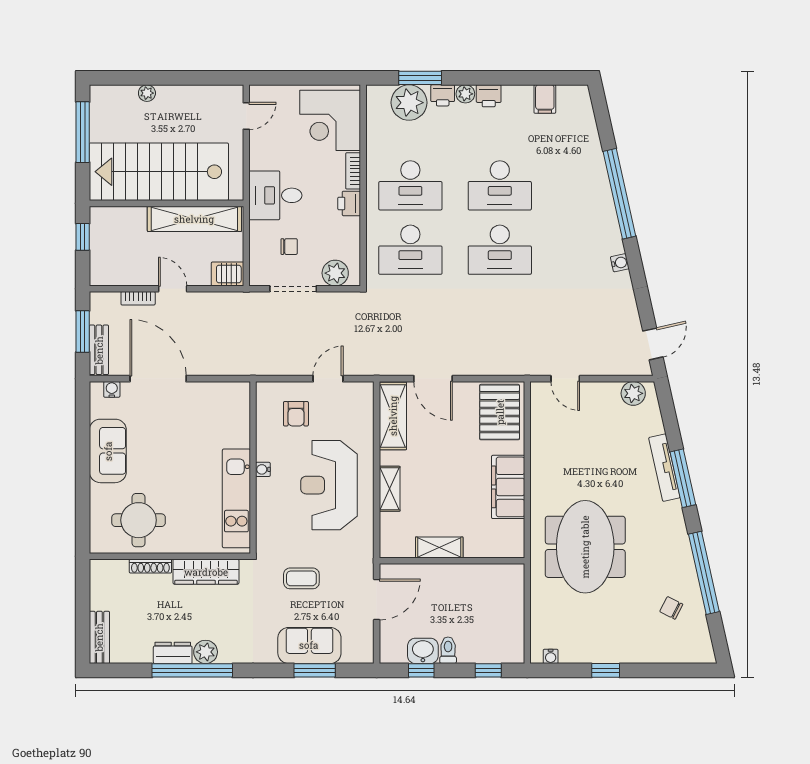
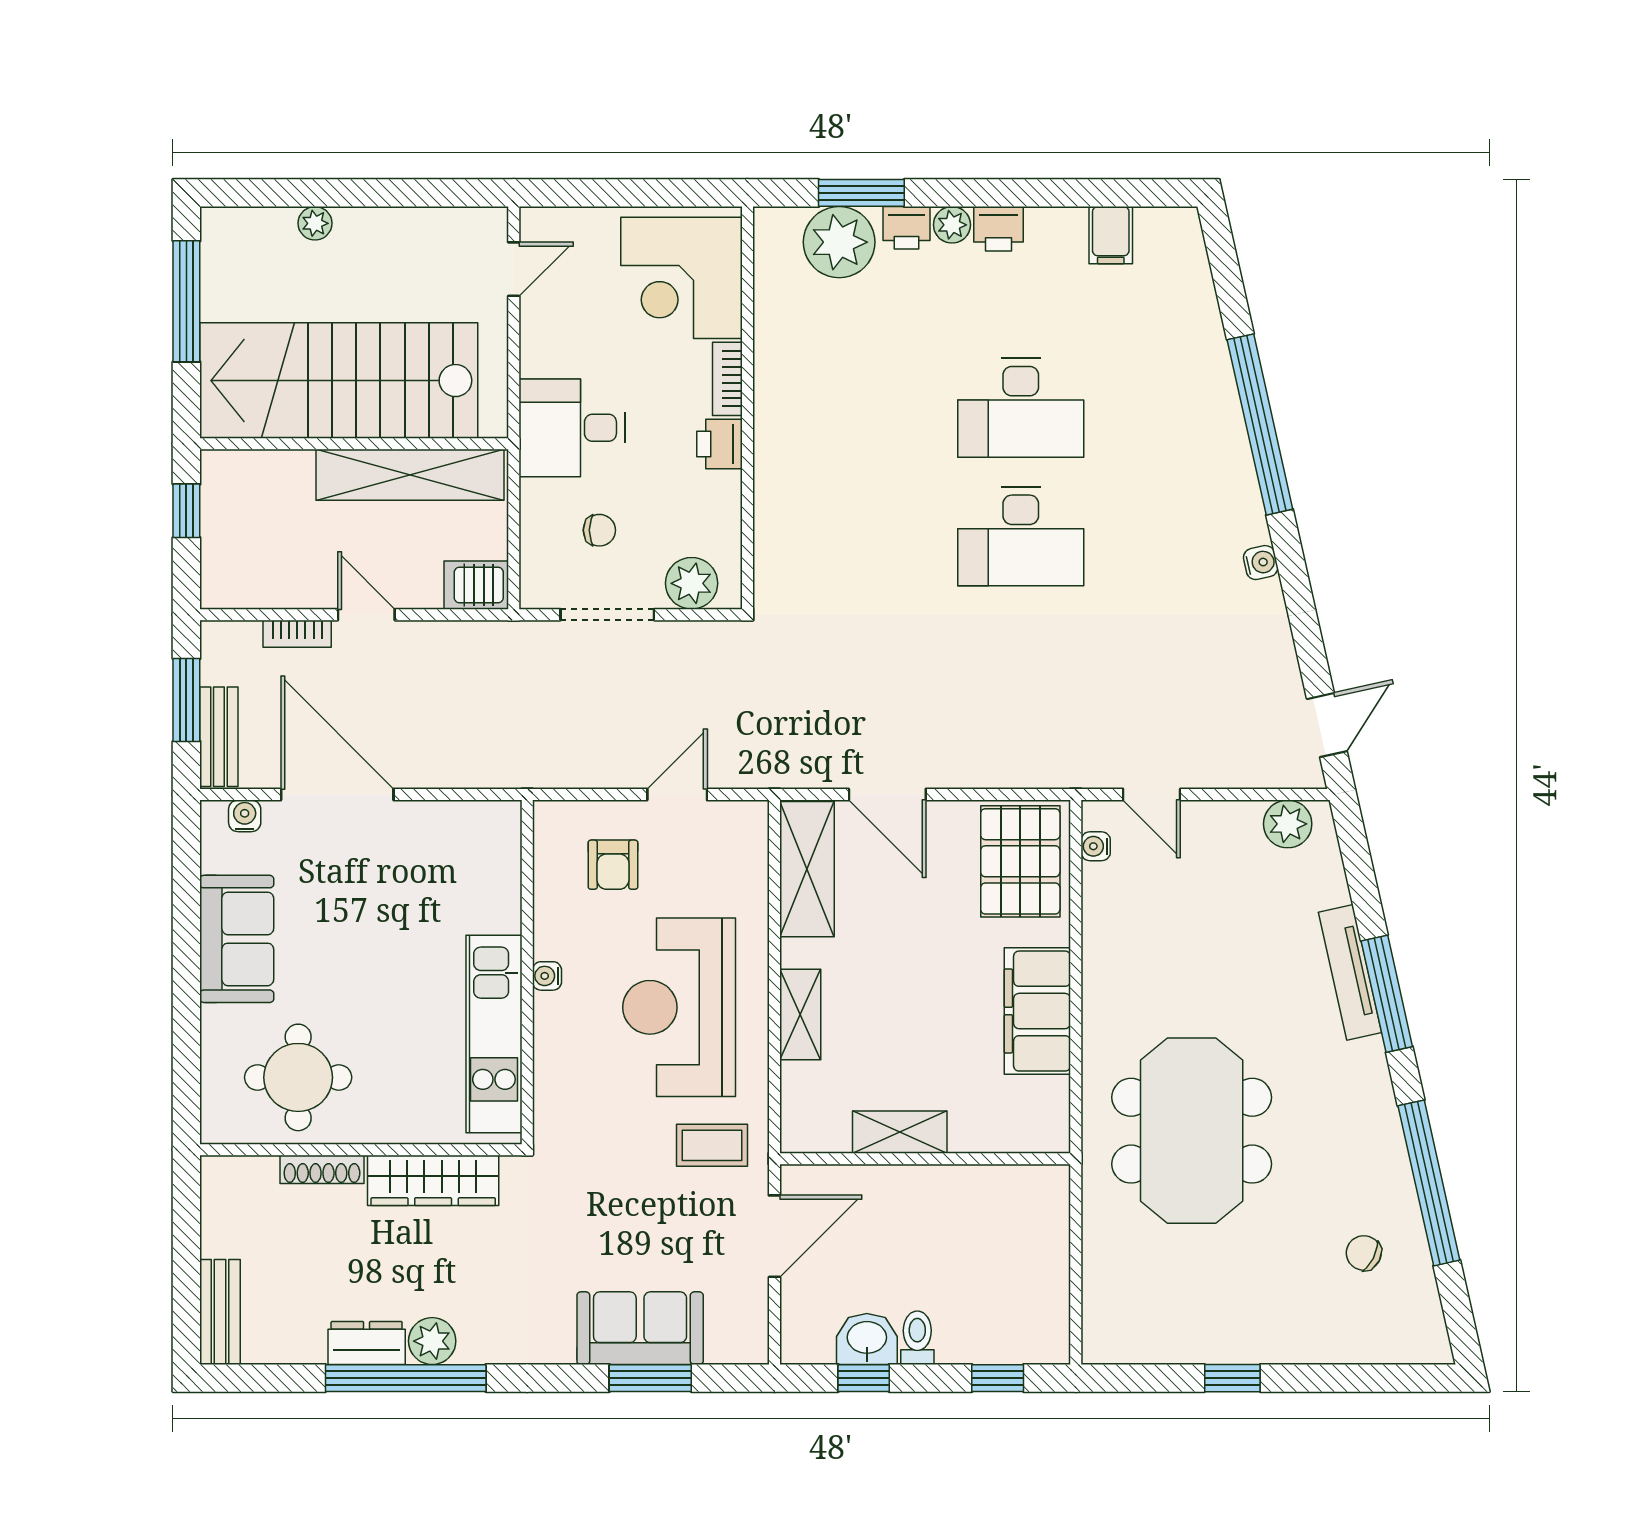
desk: (410, 185) -> (842, 408), removed
desk: (410, 250) -> (842, 537), removed
coffee table: (301, 578) -> (712, 1145), moved
water cooler: (551, 656) -> (1096, 846), moved, turned 90

